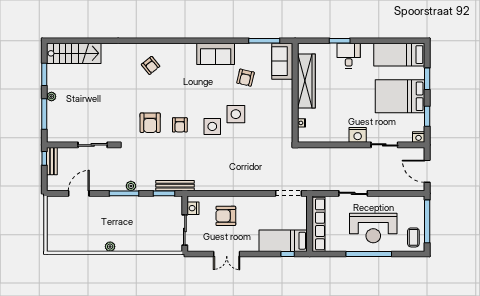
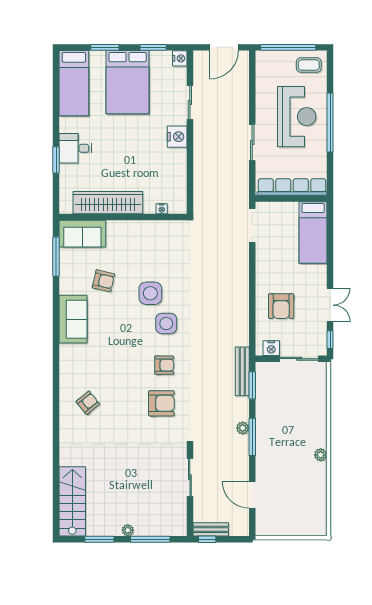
window: (288, 254) -> (330, 340), moved

